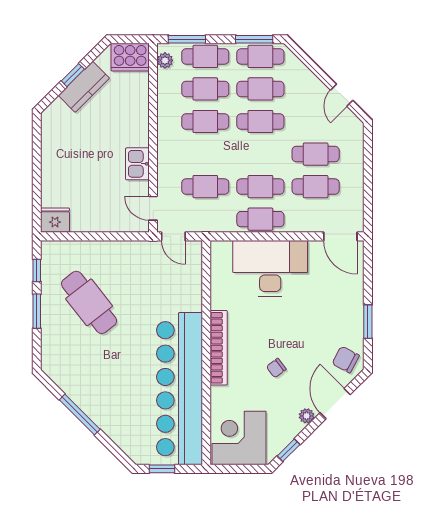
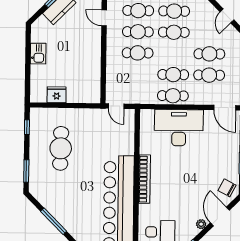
kitchen sink: (137, 164) -> (38, 54), moved, turned 180
cafe table: (205, 187) -> (138, 53), moved
door: (153, 208) -> (104, 18), moved
fridge: (55, 220) -> (57, 95), moved
cafe table: (89, 302) -> (61, 148), turned 39
window: (37, 311) -> (26, 171), moved
chair: (276, 368) -> (182, 193), removed

